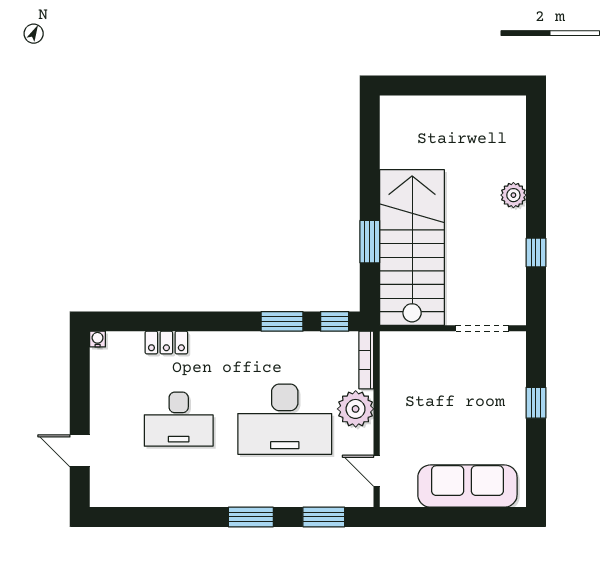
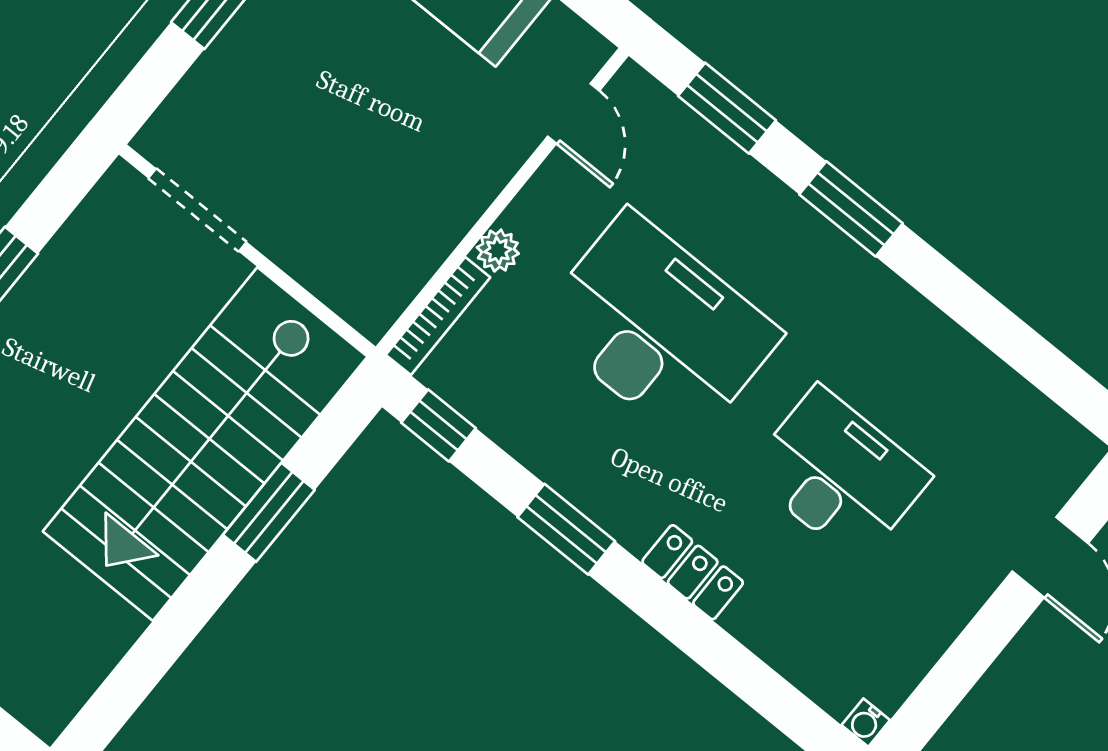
window: (282, 321) -> (566, 529), moved
locker: (166, 343) -> (693, 572), moved
plant: (356, 409) -> (498, 251), width x0.53, depth x0.53

